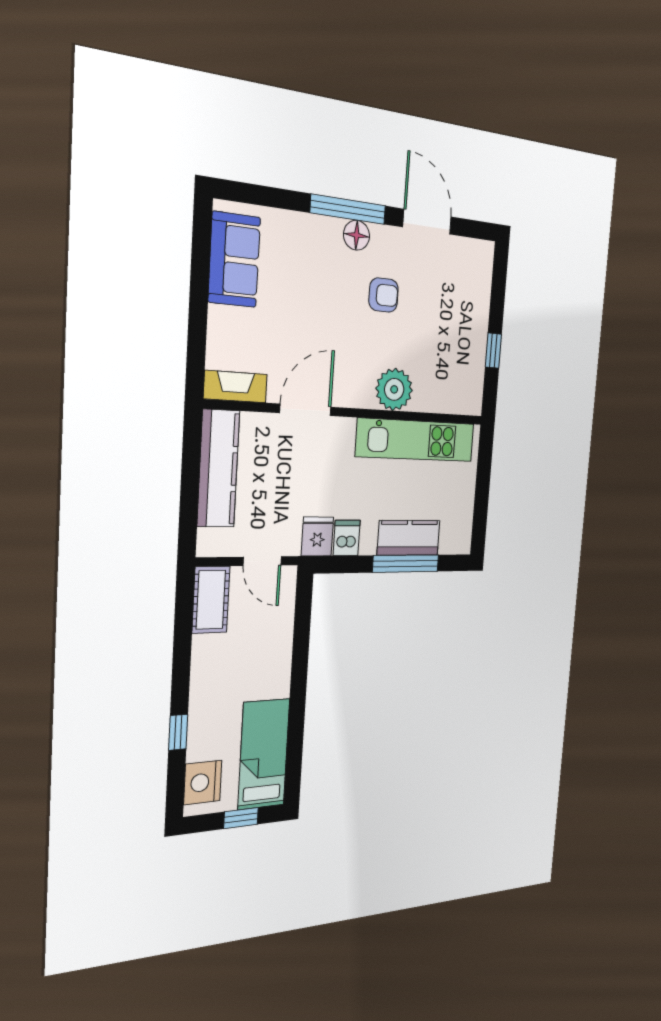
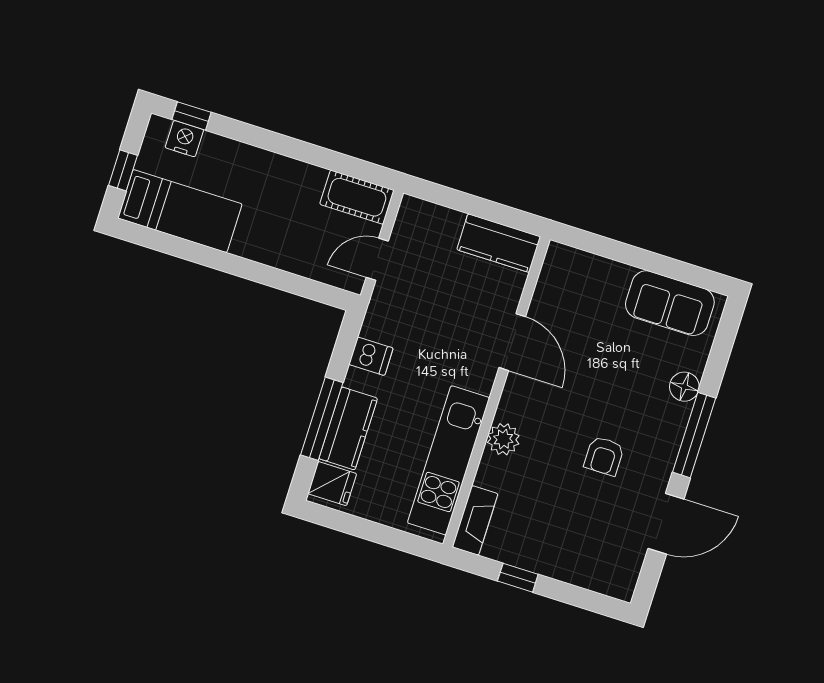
floor lamp: (357, 235) -> (684, 387), moved
fireplace: (235, 387) -> (475, 520), moved
plant: (394, 389) -> (503, 439), width x0.73, depth x0.73
kitchen counter: (218, 469) -> (499, 243), width x0.67
fridge: (317, 536) -> (332, 484), moved
window: (178, 732) -> (192, 116), moved
nightstand: (203, 782) -> (184, 139), width x0.74, depth x0.75

